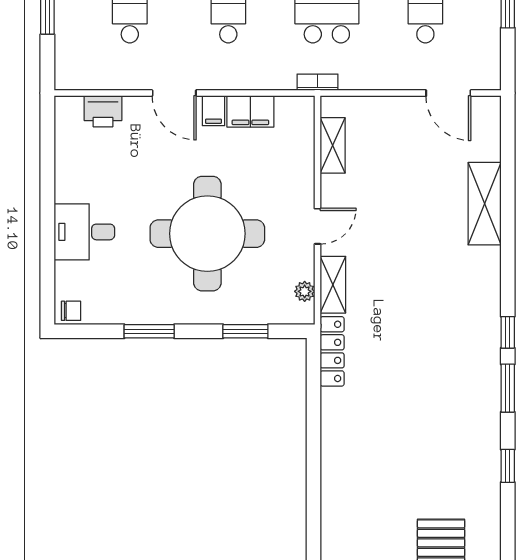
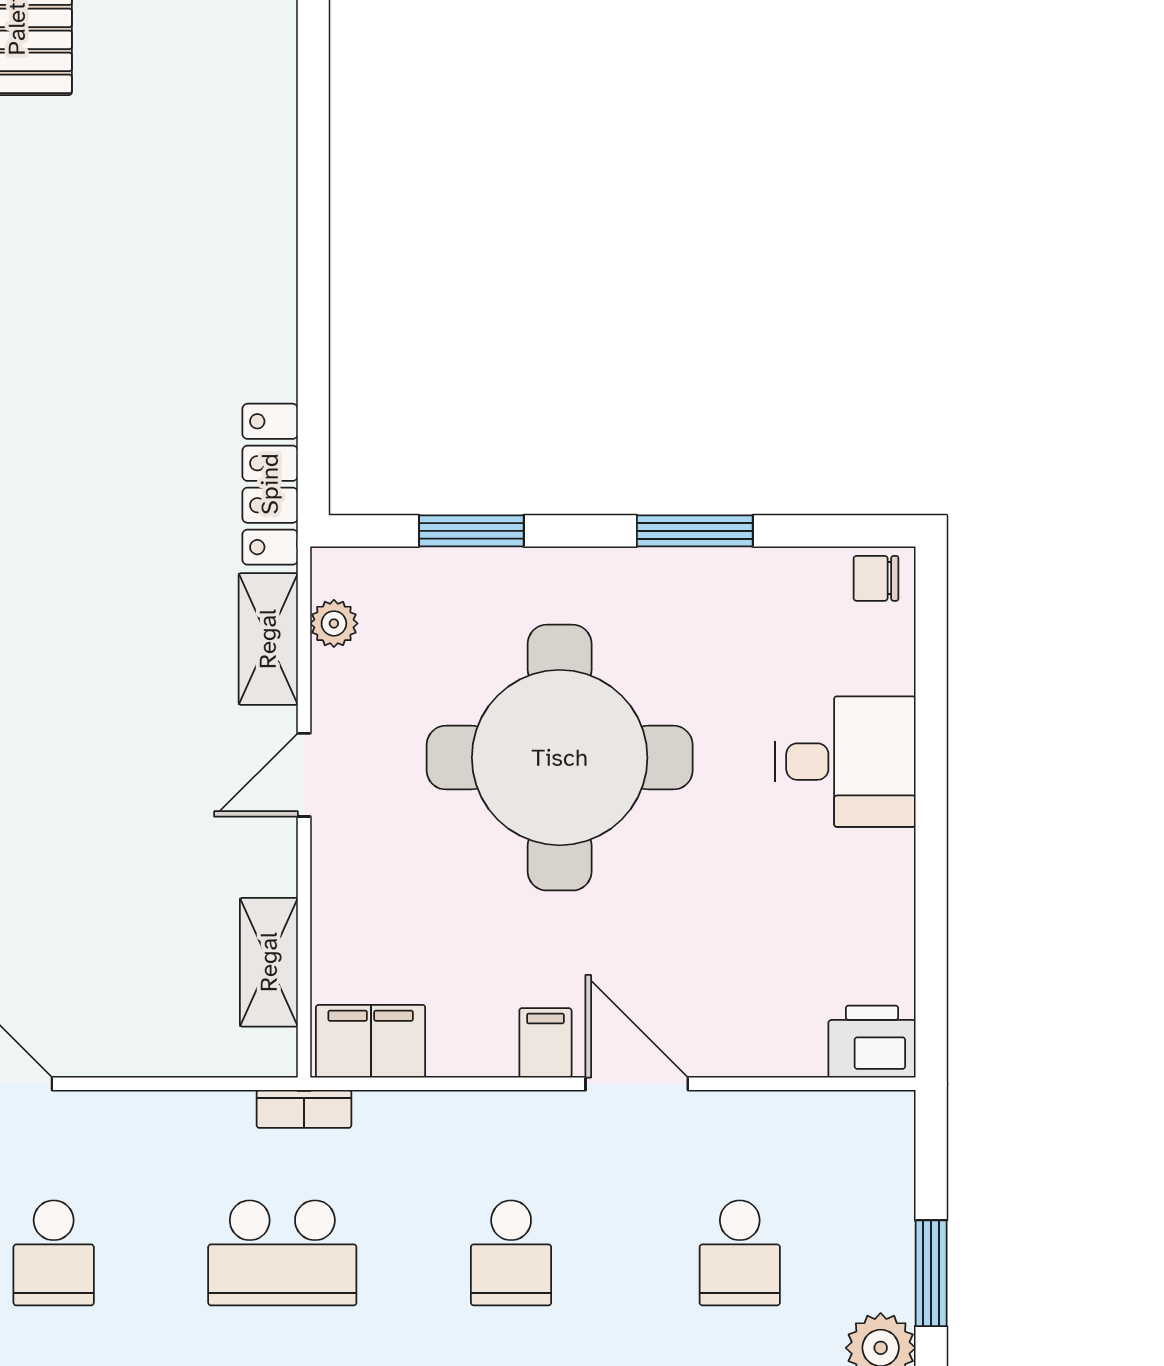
printer: (103, 111) -> (872, 1042), moved
filing cabinet: (250, 111) -> (371, 1041), moved

